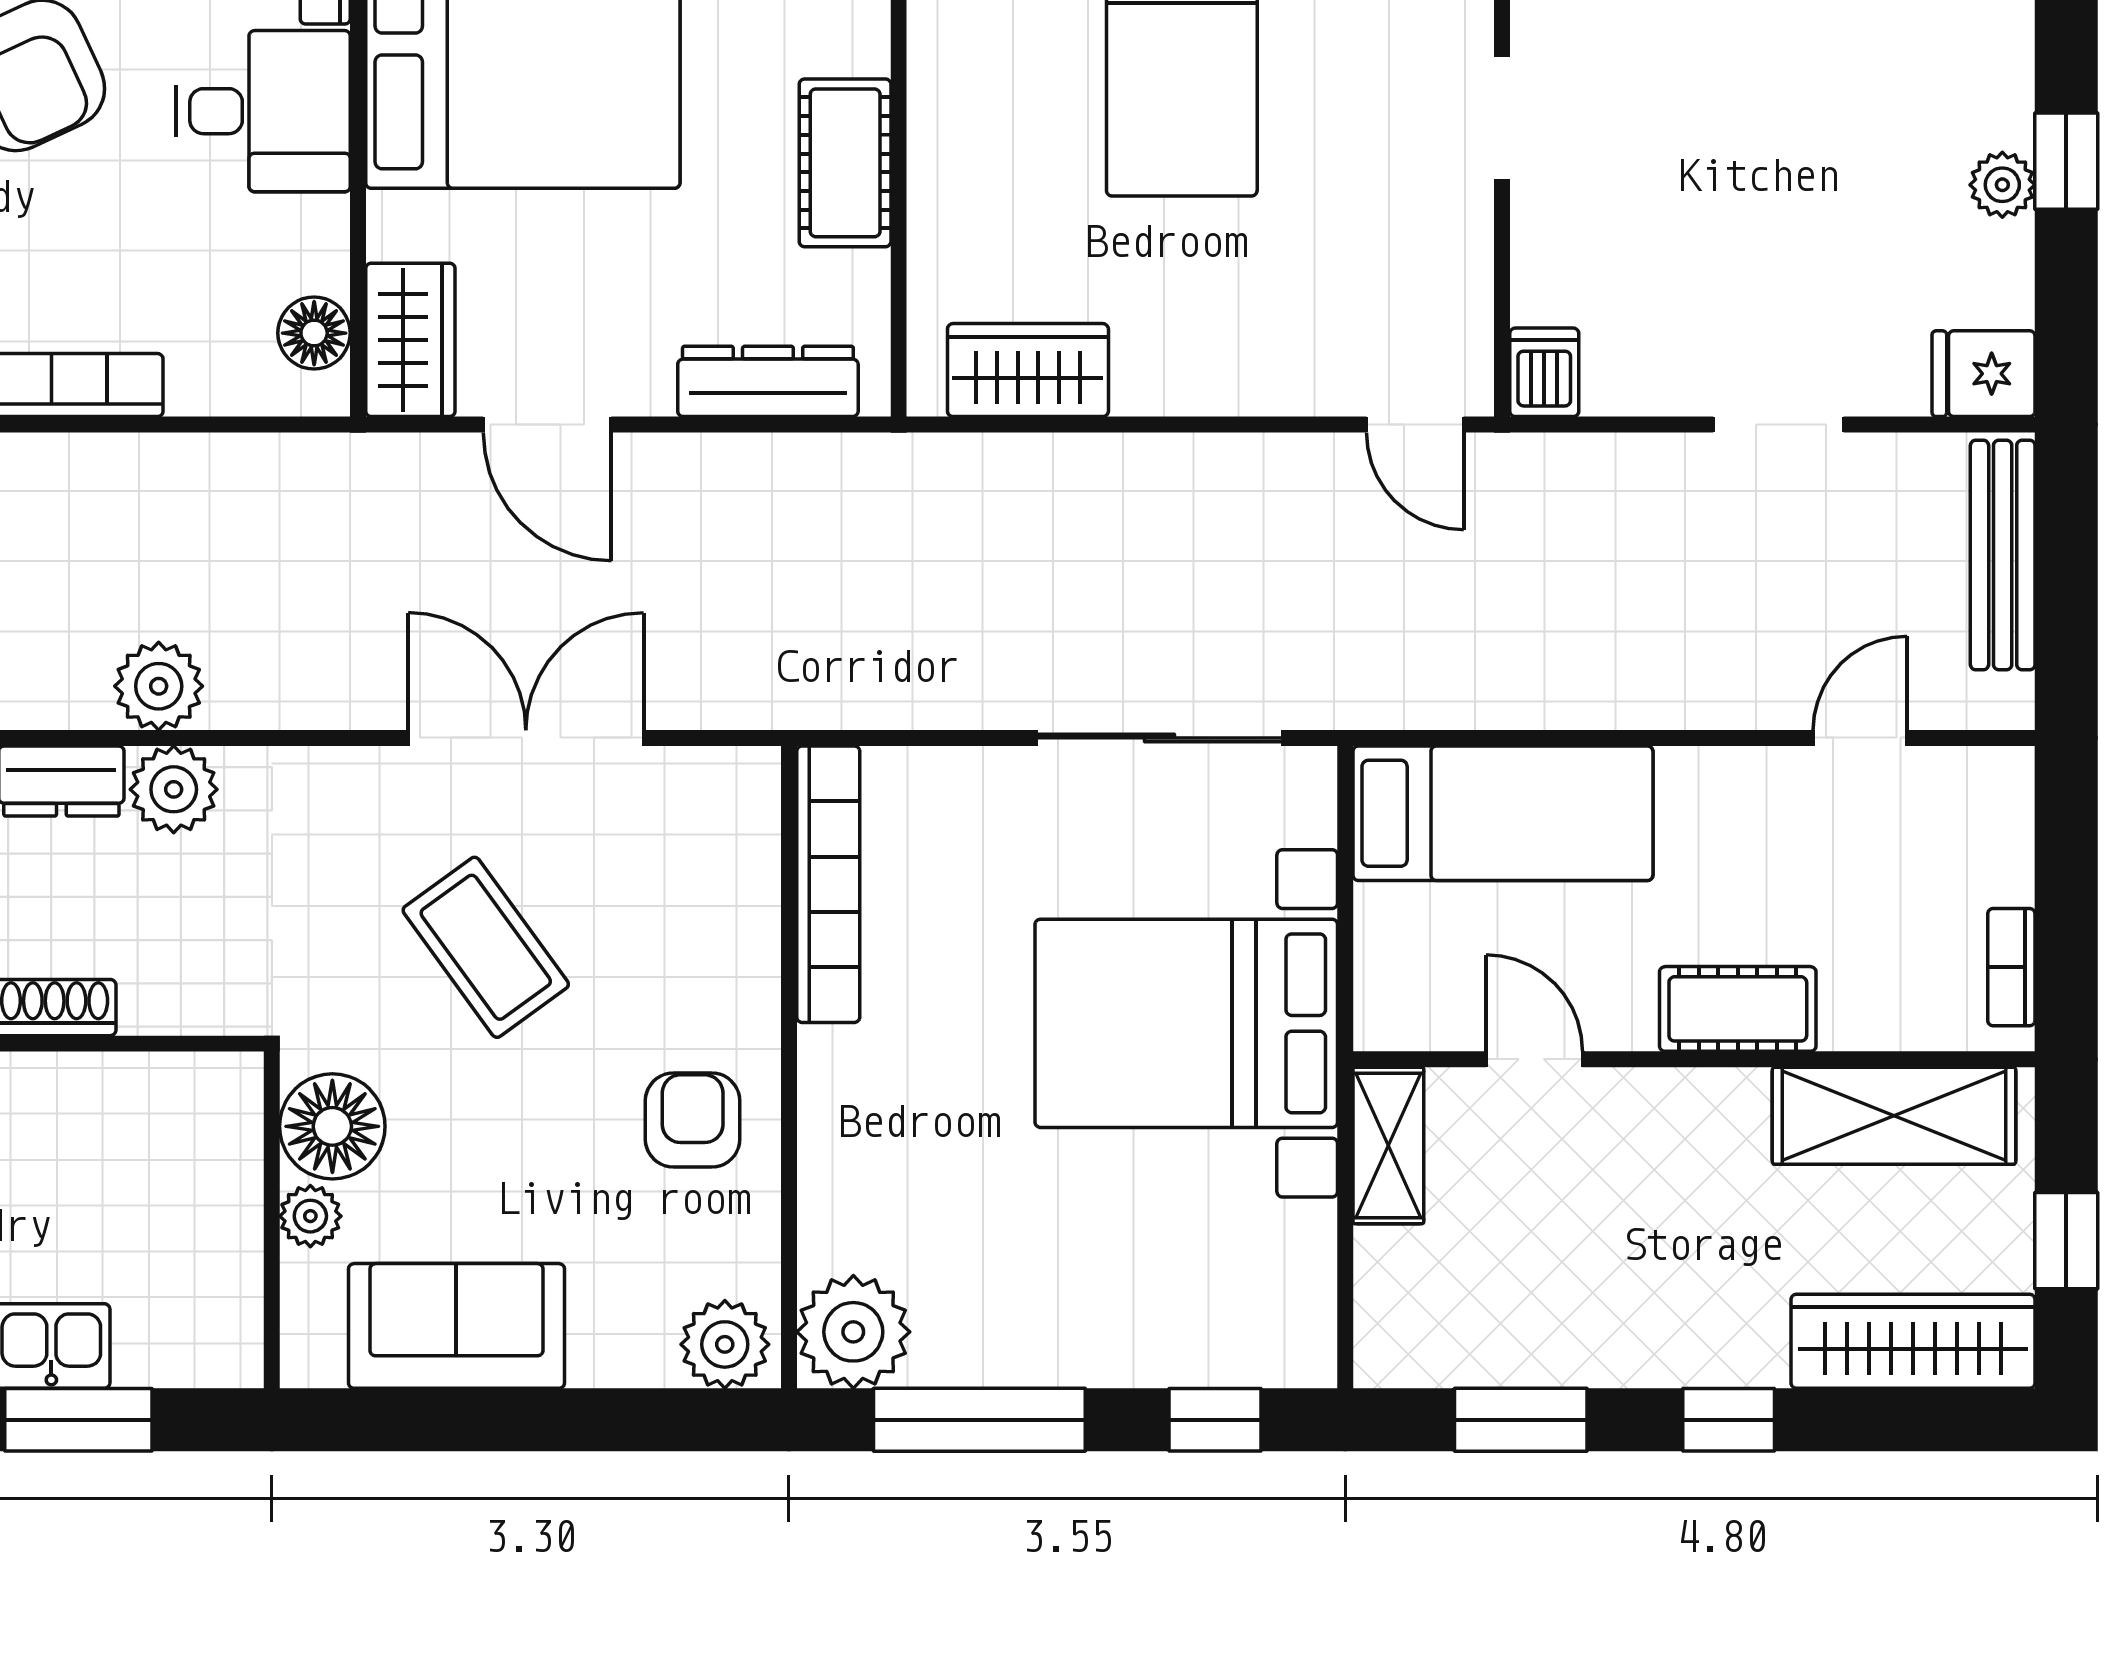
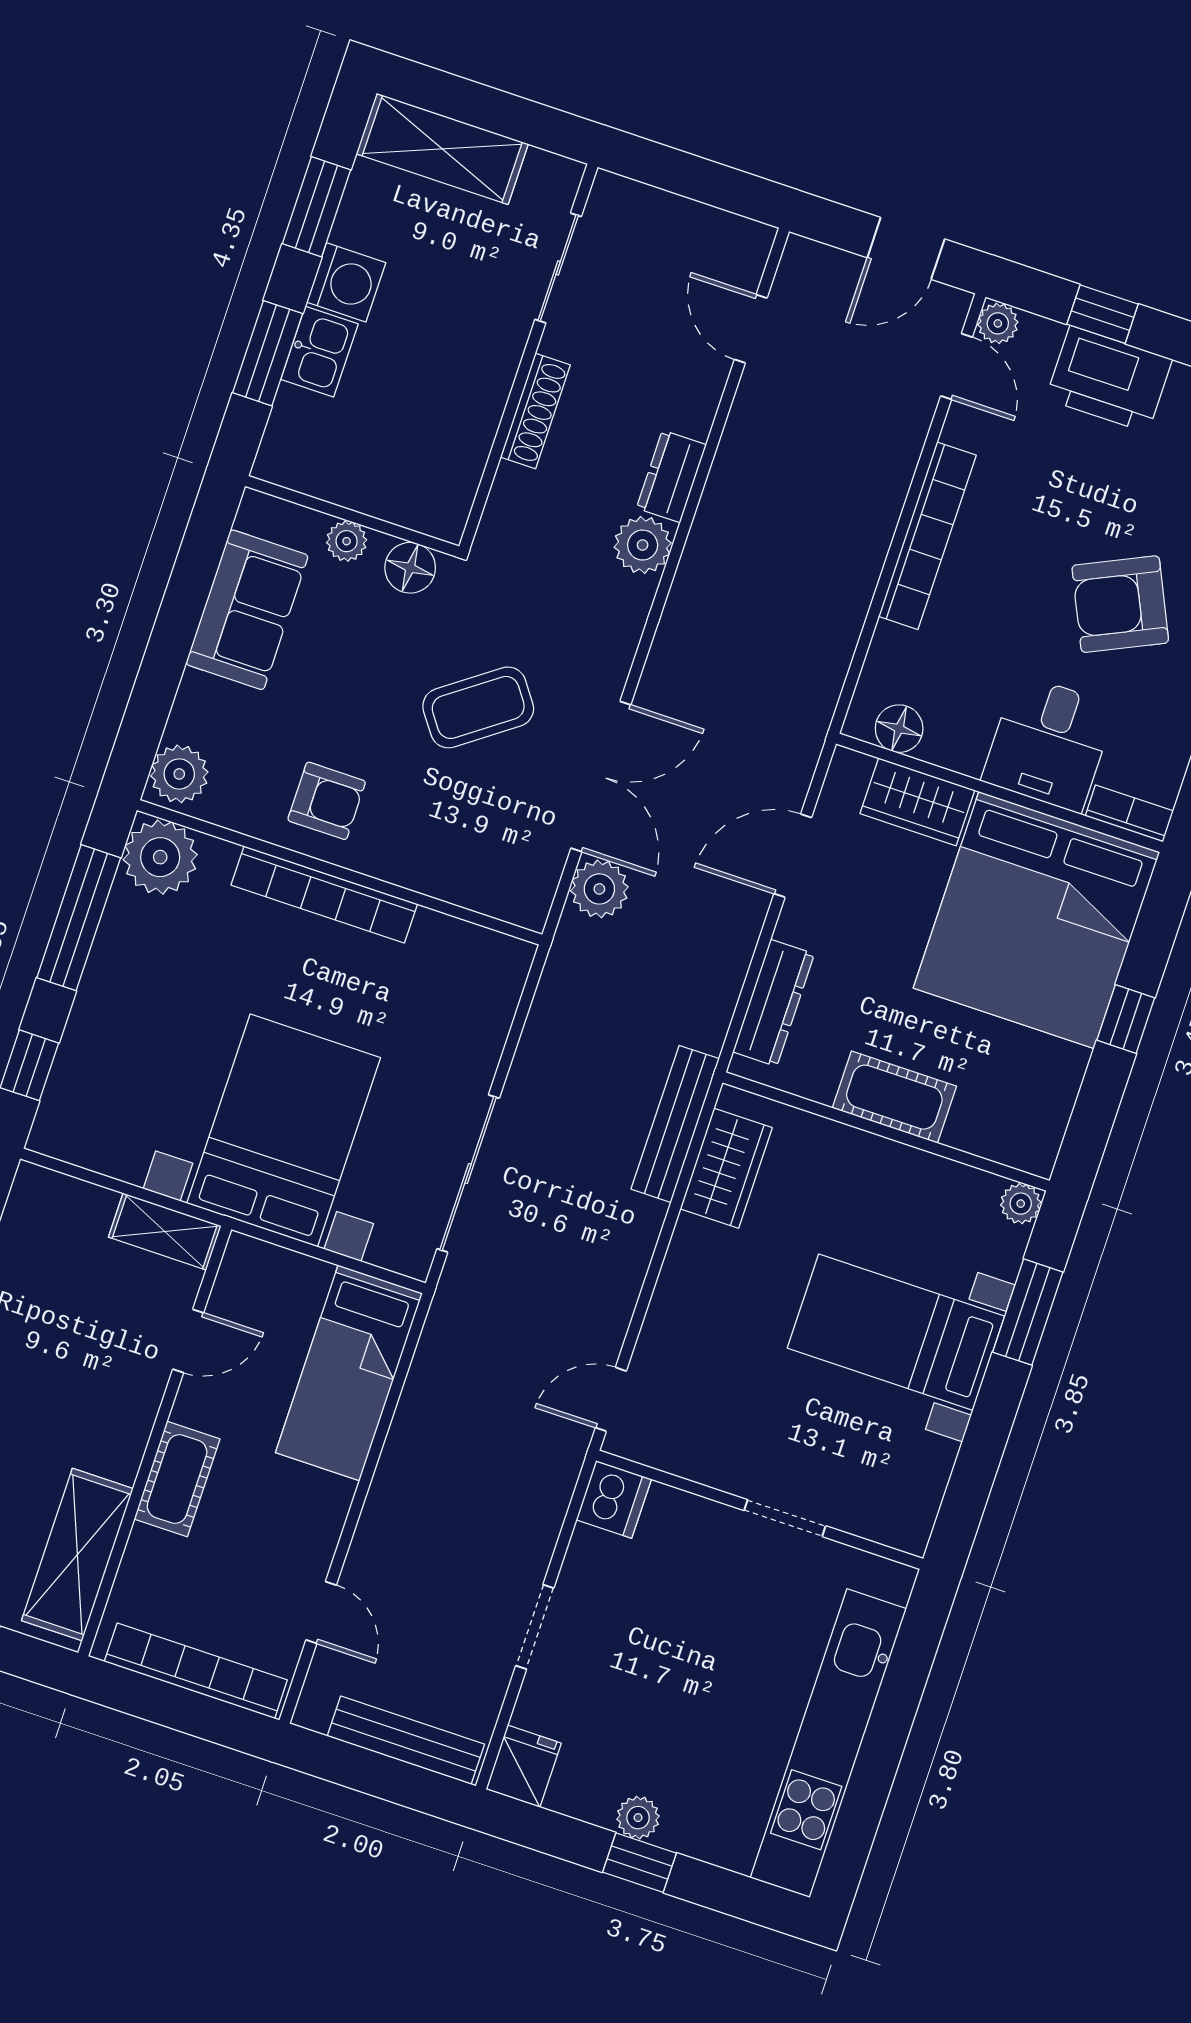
wardrobe: (410, 340) -> (917, 802), moved
dishwasher: (1544, 372) -> (614, 1499), width x1.38
bench: (989, 465) -> (675, 1124), added
plant: (159, 686) -> (599, 889), moved
bookcase: (828, 884) -> (324, 895), moved
bookcase: (2011, 967) -> (196, 1671), width x2.31, depth x1.31
floor lamp: (332, 1126) -> (410, 568), width x0.73, depth x0.73

